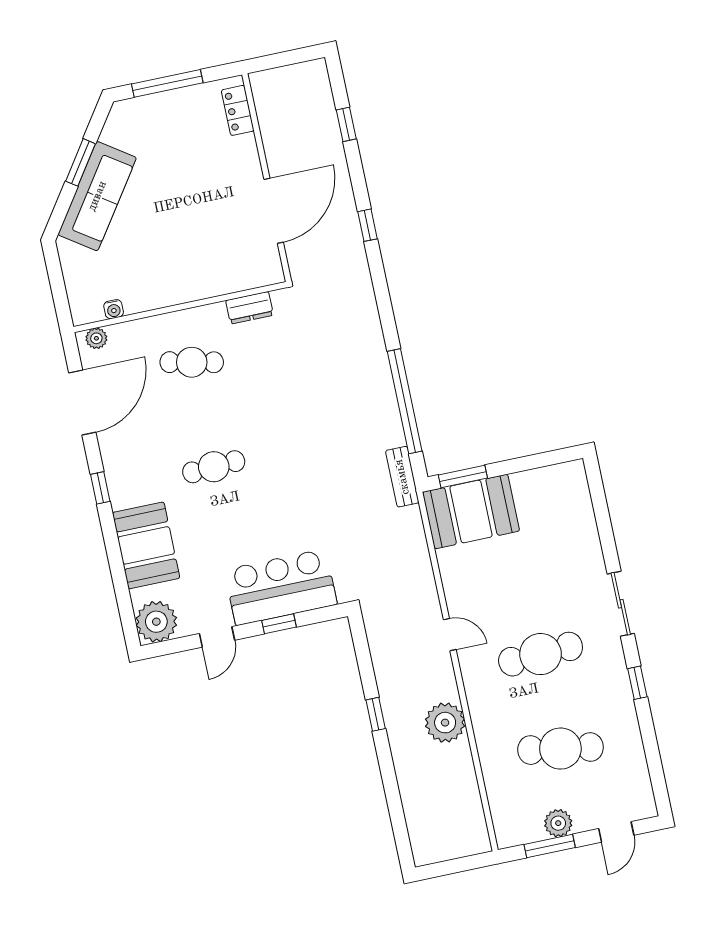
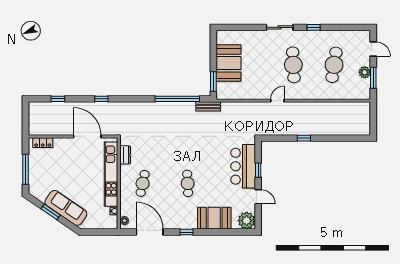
kitchen unit: (198, 285) -> (111, 174), added
booth: (471, 512) -> (228, 63), moved
plant: (445, 723) -> (313, 110), removed

